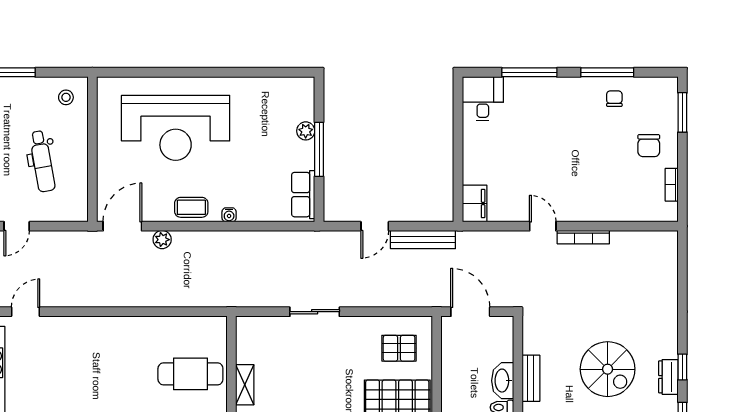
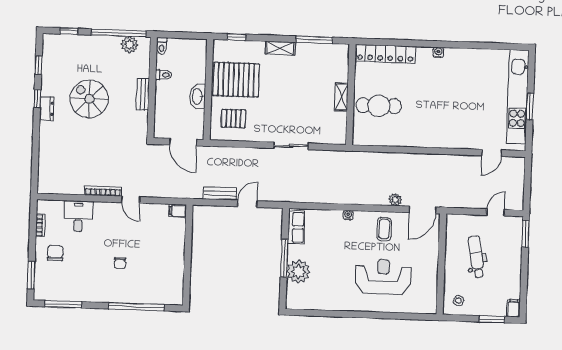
window: (529, 72) -> (136, 307), width x1.46
window: (607, 72) -> (63, 304), moved
desk: (483, 99) -> (78, 216), moved, turned 180
chair: (614, 99) -> (120, 263), moved
reception desk: (176, 128) -> (383, 277), width x0.74, depth x0.77
plant: (306, 131) -> (298, 272), width x1.88, depth x1.88
filing cabinet: (475, 203) -> (178, 211), width x0.50
coffee table: (191, 207) -> (384, 229), moved, turned 90
bench: (423, 240) -> (220, 193), width x0.73
dresser: (668, 377) -> (47, 109), moved
washbasin: (503, 381) -> (198, 96), moved, turned 180

